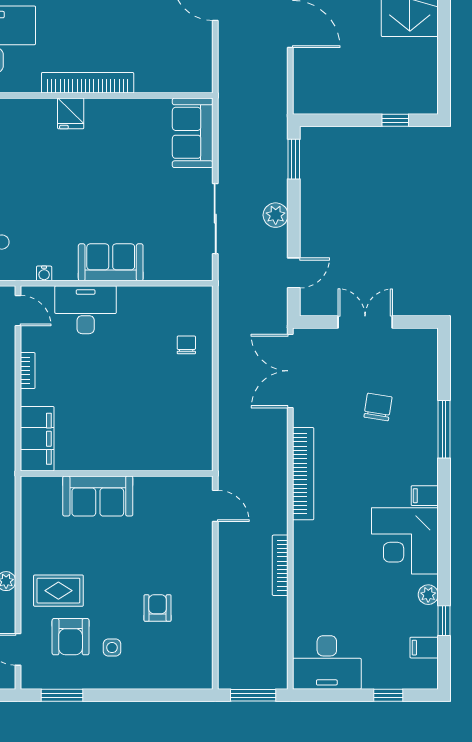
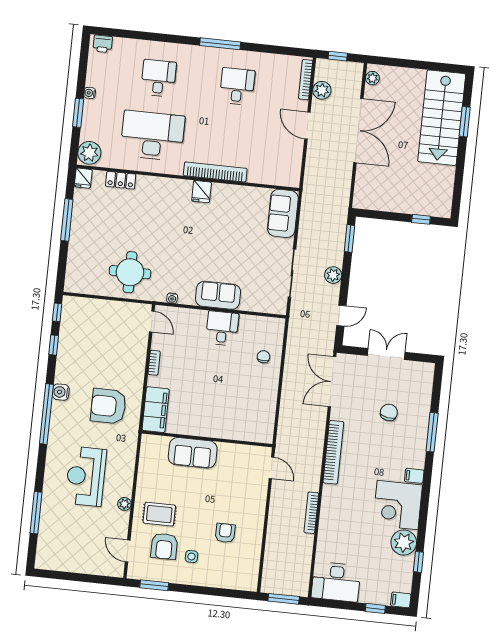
desk: (86, 310) -> (222, 328), moved, width x0.73
plant: (428, 595) -> (404, 543), width x1.88, depth x1.88
filing cabinet: (424, 648) -> (401, 600), moved

